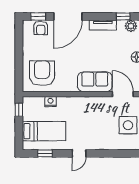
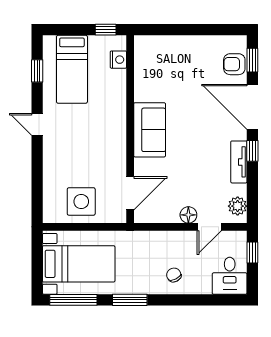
window: (123, 16) -> (252, 151), moved
armchair: (42, 73) -> (163, 66), removed
sofa: (95, 82) -> (150, 130), moved
nightstand: (50, 102) -> (118, 60), moved

